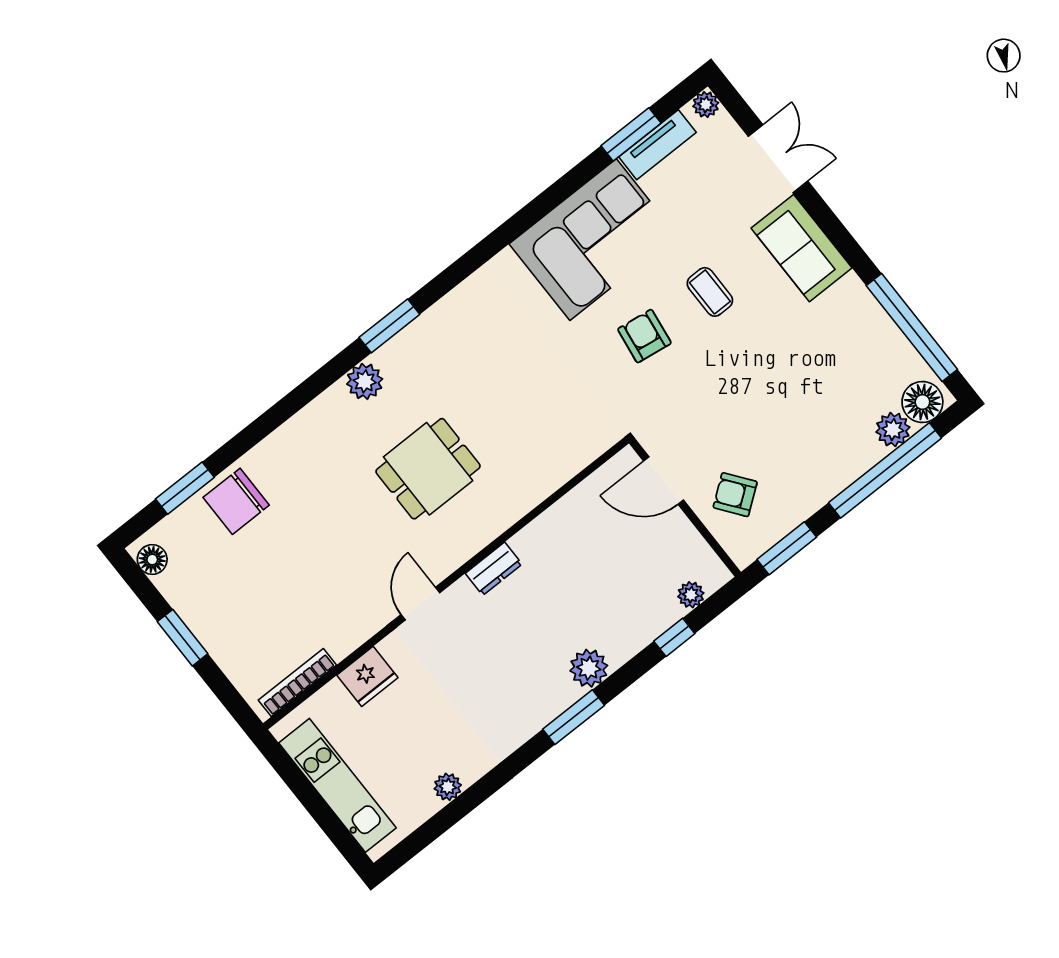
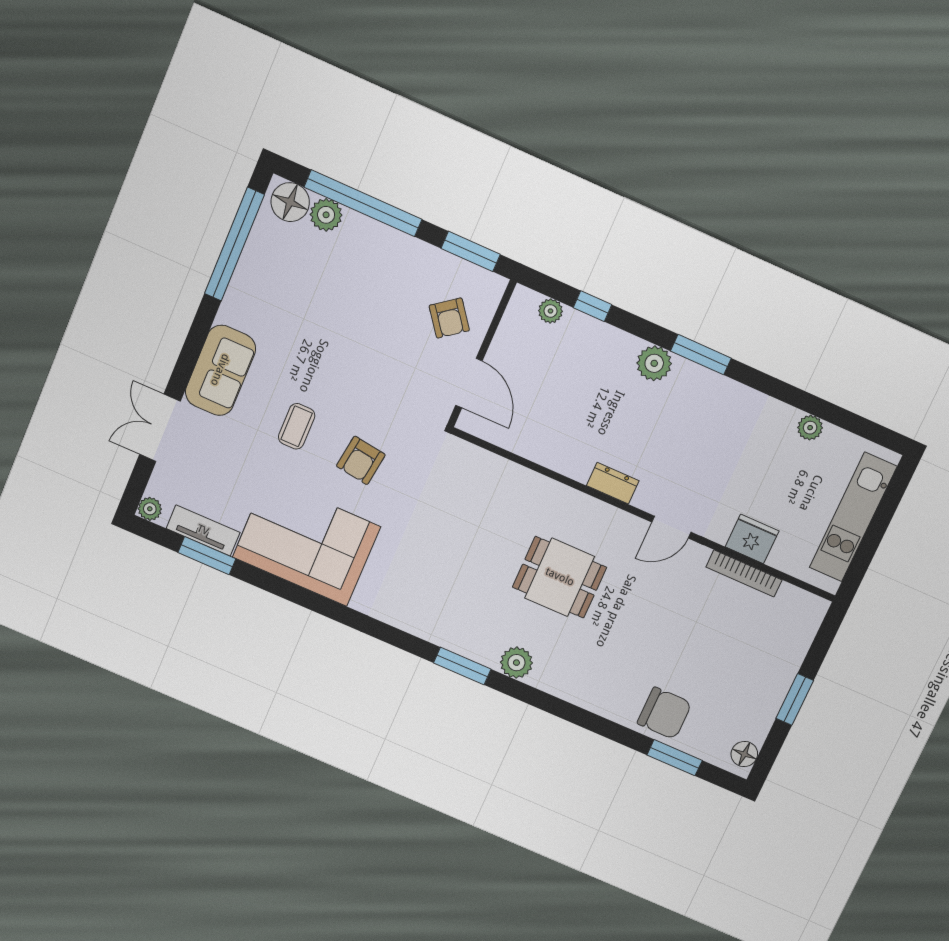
bookcase: (297, 683) -> (744, 573), moved

